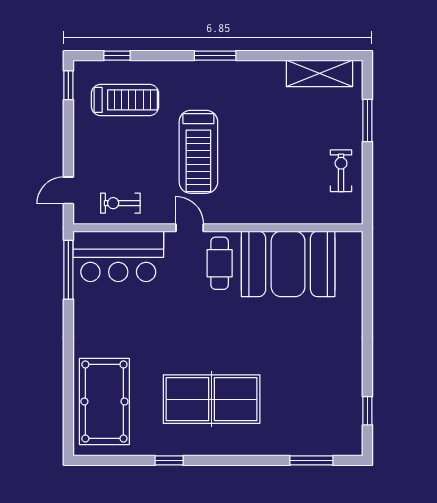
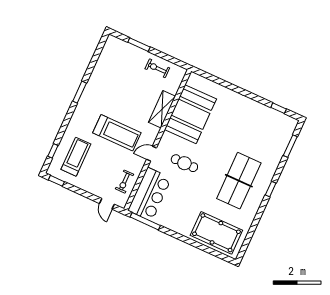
window: (215, 56) -> (80, 92), moved
shelving: (319, 73) -> (162, 109), moved
cafe table: (220, 263) -> (184, 163), moved
window: (169, 460) -> (271, 189), moved

